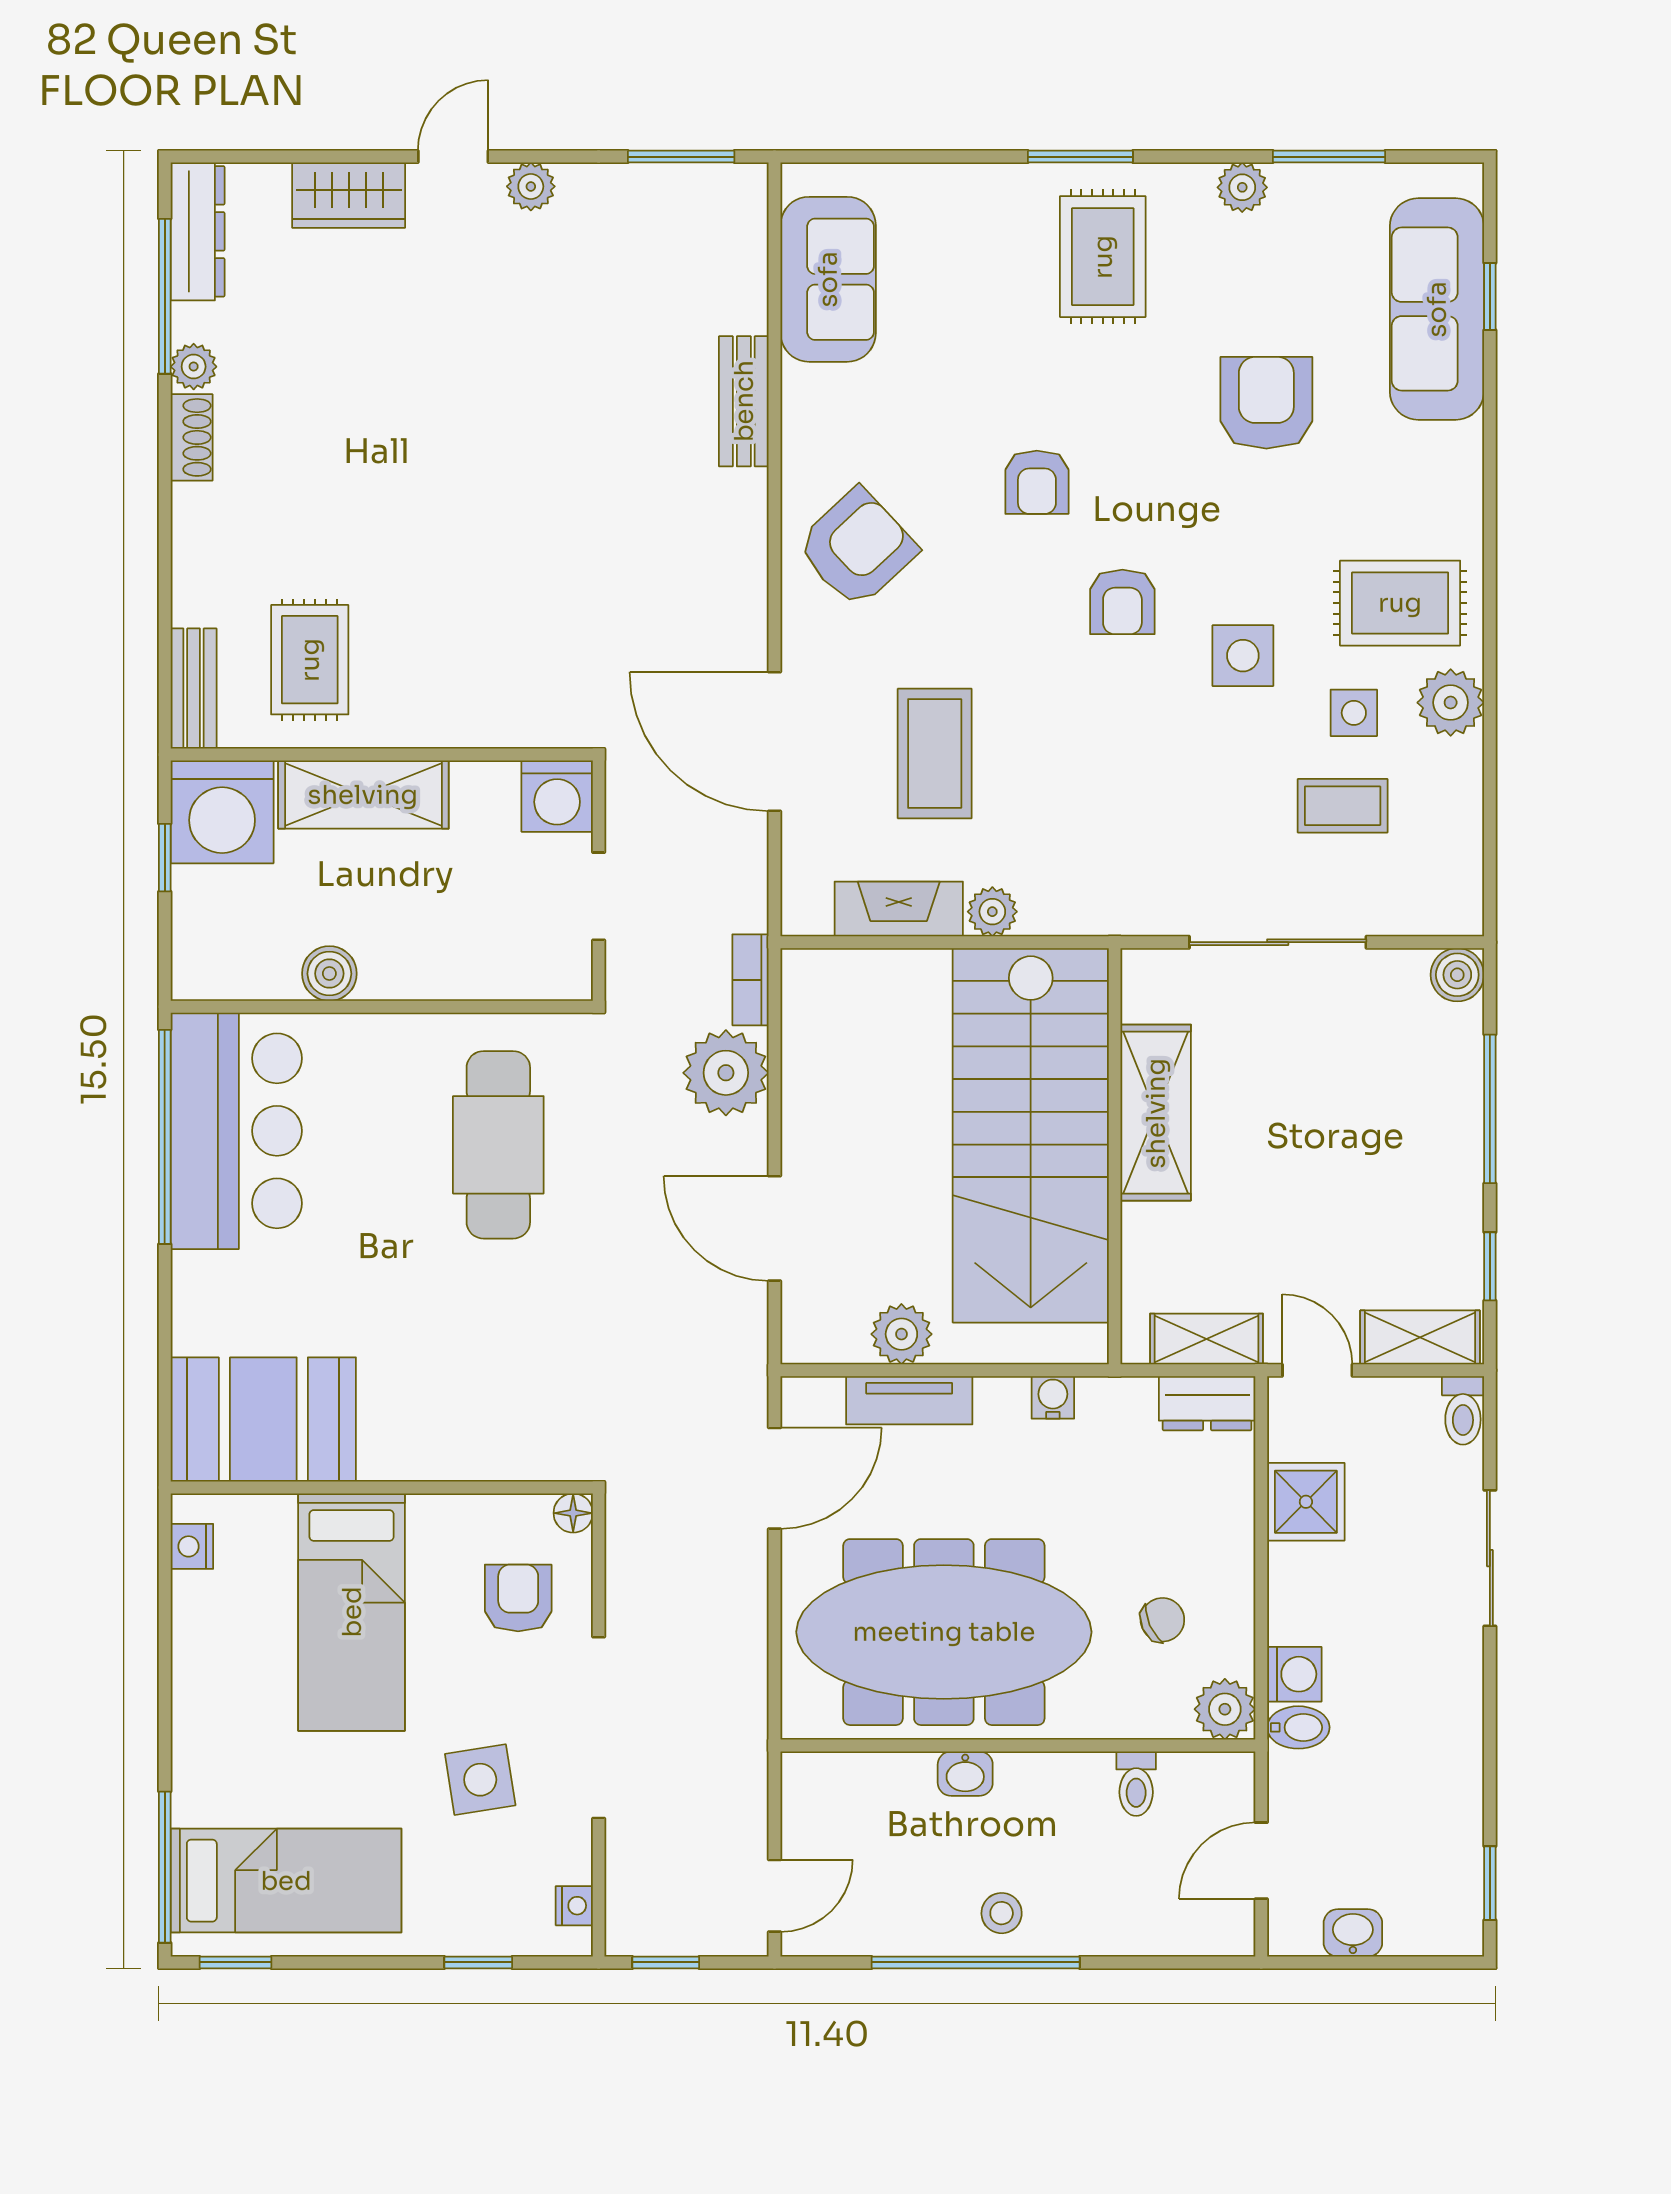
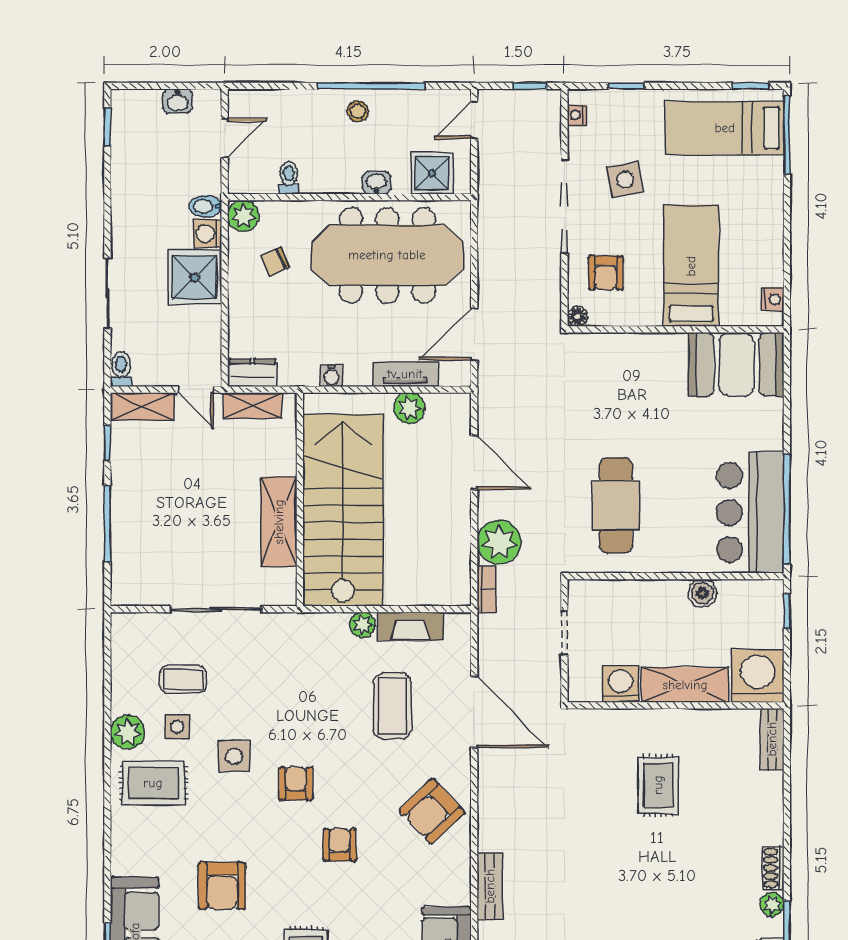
rug: (310, 660) -> (658, 785), moved
washing machine: (557, 796) -> (621, 684), moved
window: (165, 858) -> (787, 611), moved
boiler: (1457, 975) -> (124, 592), removed
shower: (1306, 1502) -> (195, 277), moved, width x1.36, depth x1.36
shower: (857, 1792) -> (432, 173), added

